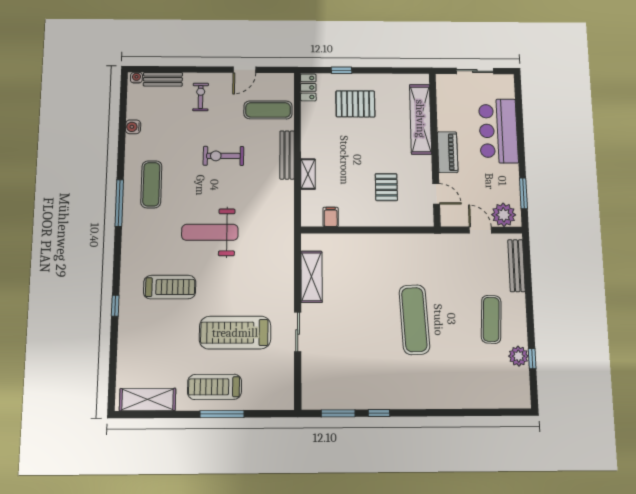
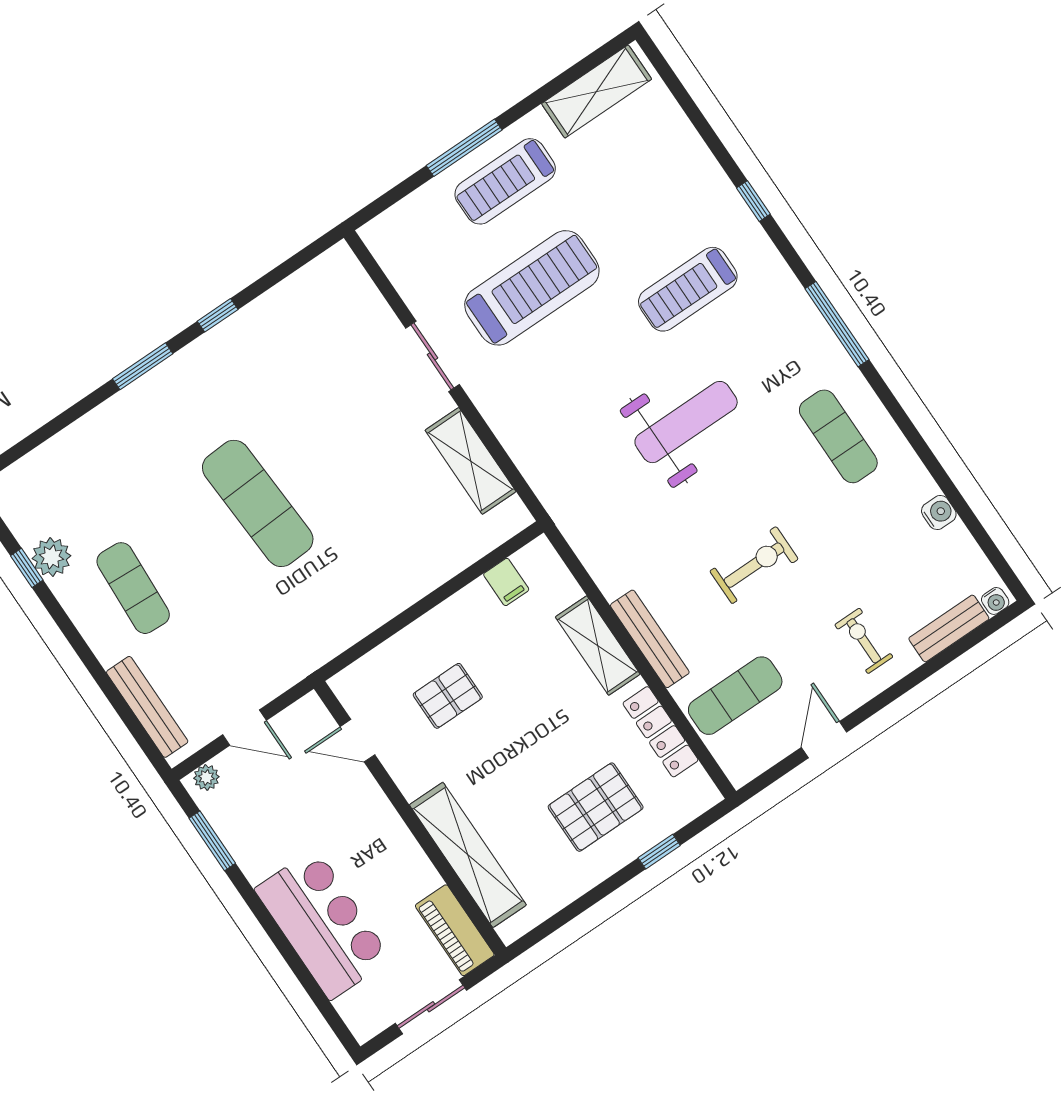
locker: (308, 87) -> (660, 732), moved, width x1.53
exercise bike: (201, 97) -> (864, 641), turned 180
piano: (448, 152) -> (455, 930), moved
shelving: (308, 174) -> (598, 646), width x1.50, depth x1.33
pallet: (386, 187) -> (448, 696), turned 90
window: (119, 203) -> (837, 324), moved
plant: (504, 215) -> (206, 777), width x0.53, depth x0.53
treadmill: (215, 387) -> (505, 181), turned 180
window: (338, 413) -> (143, 366), moved

